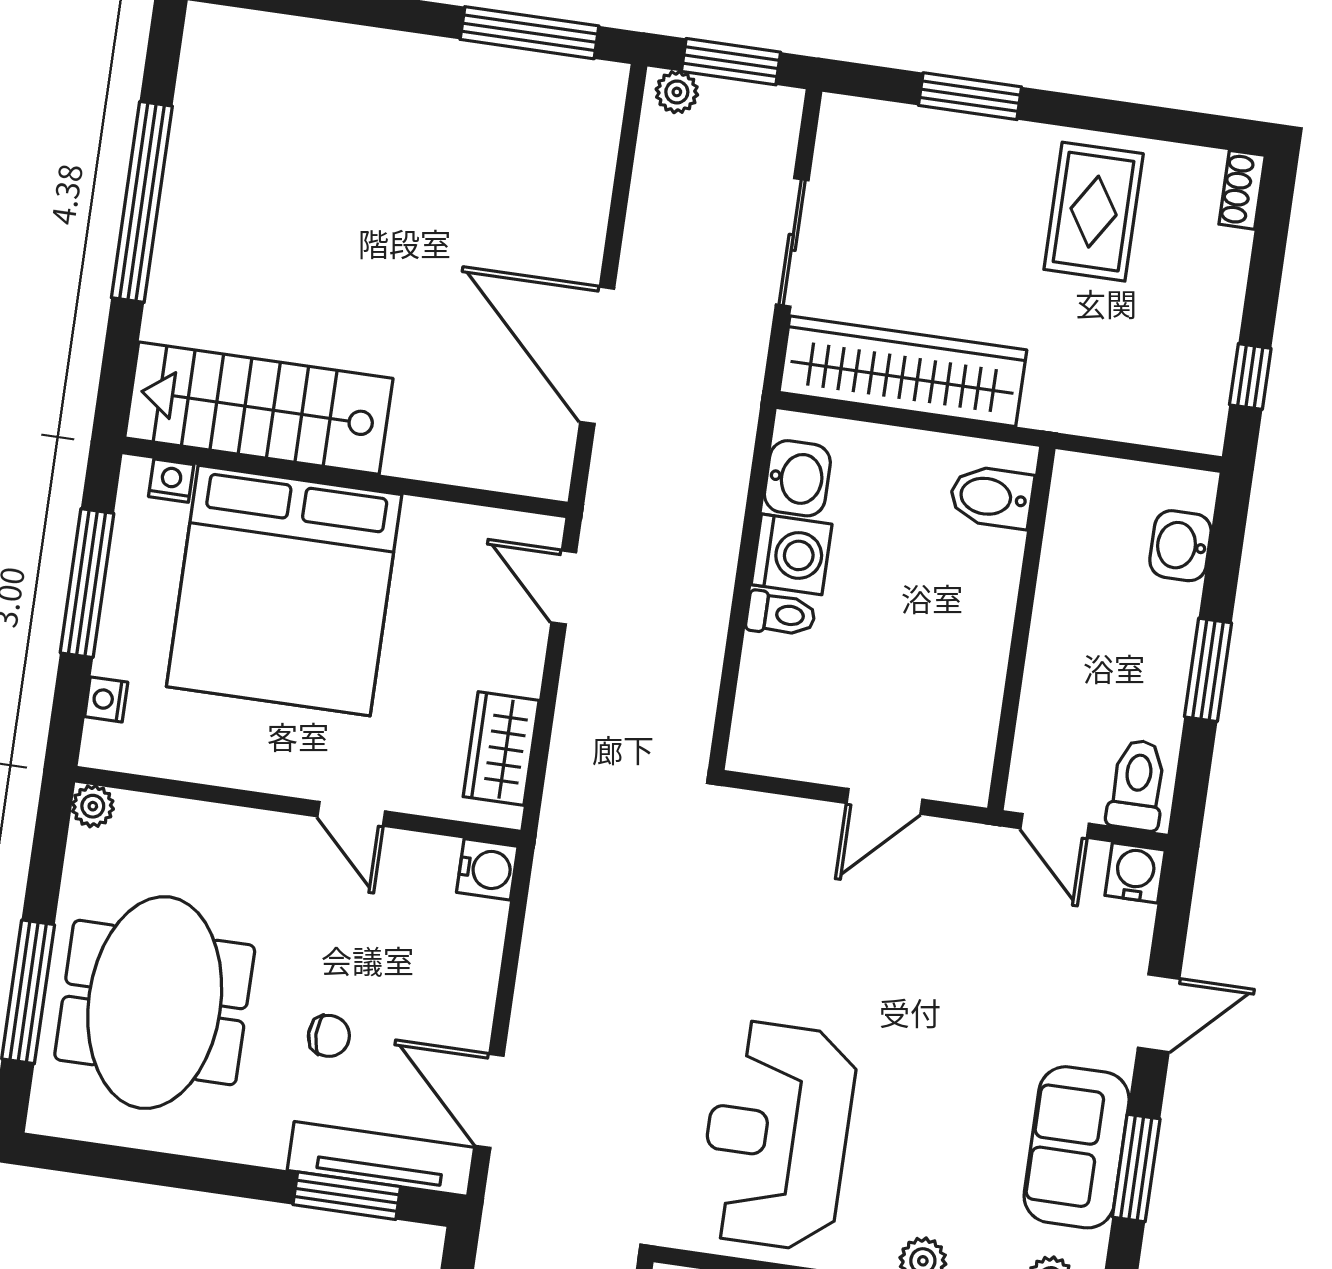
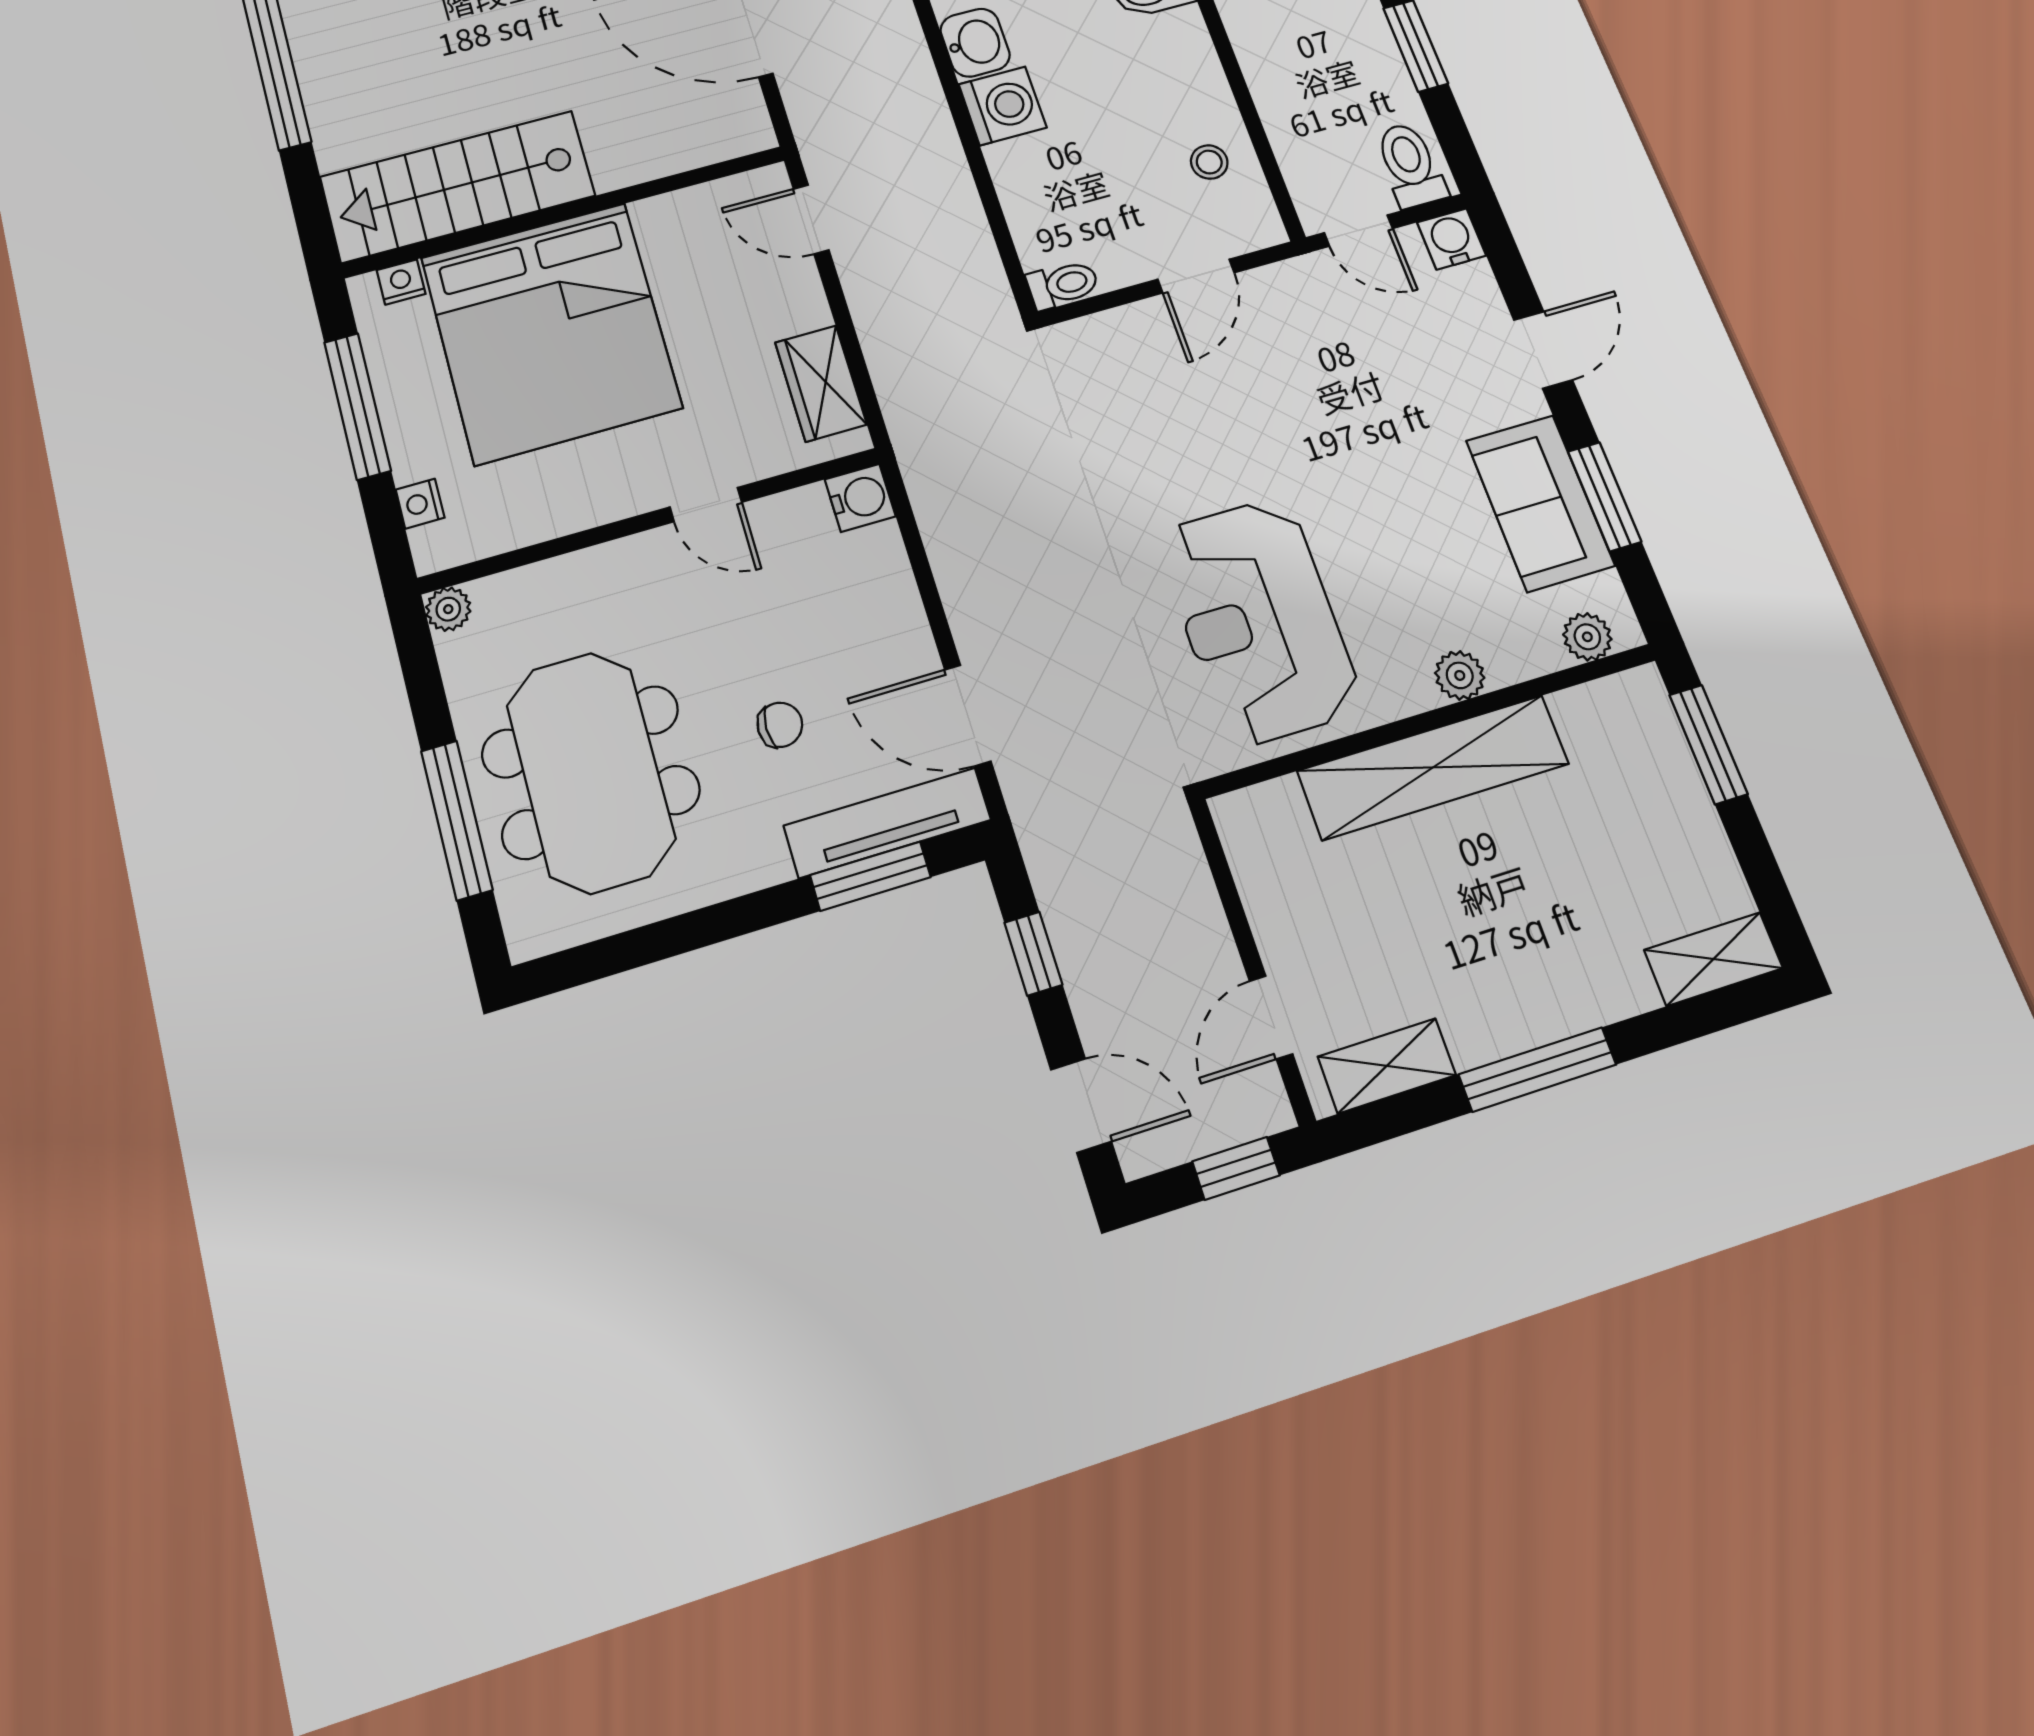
toilet: (781, 614) -> (1063, 285), moved
stool: (954, 697) -> (1209, 162), added

